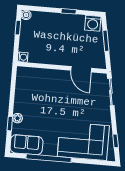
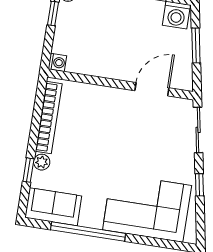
door: (81, 69) -> (152, 89), swing flipped
bookcase: (20, 91) -> (49, 118), added
window: (116, 141) -> (199, 185), moved

